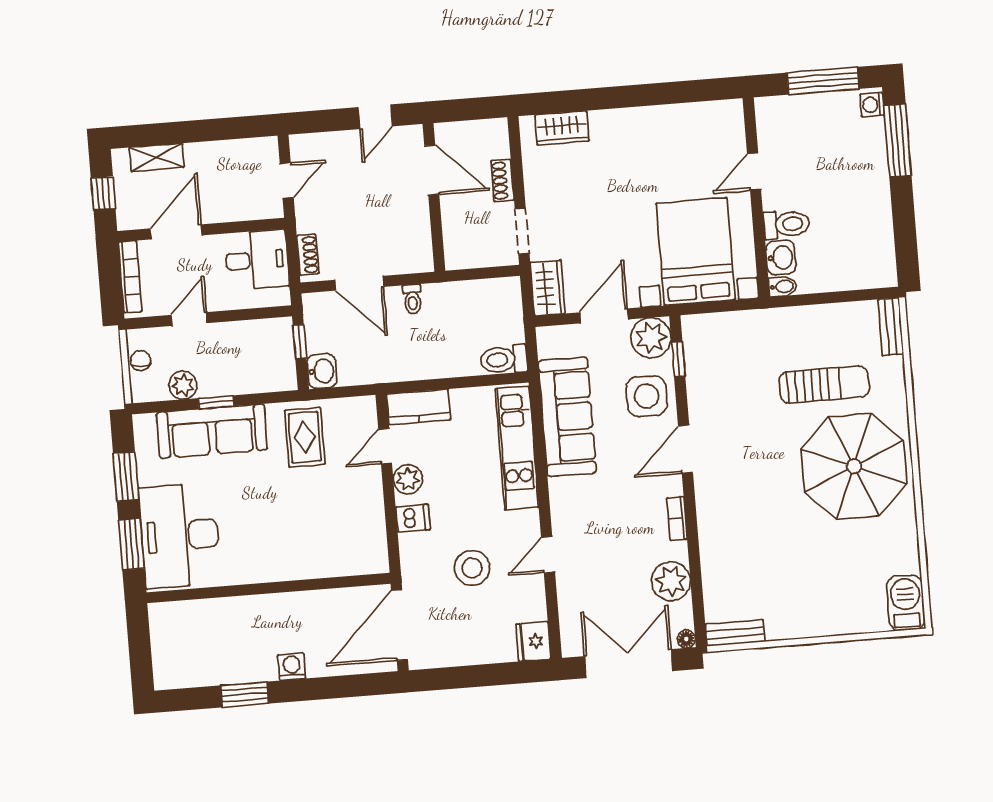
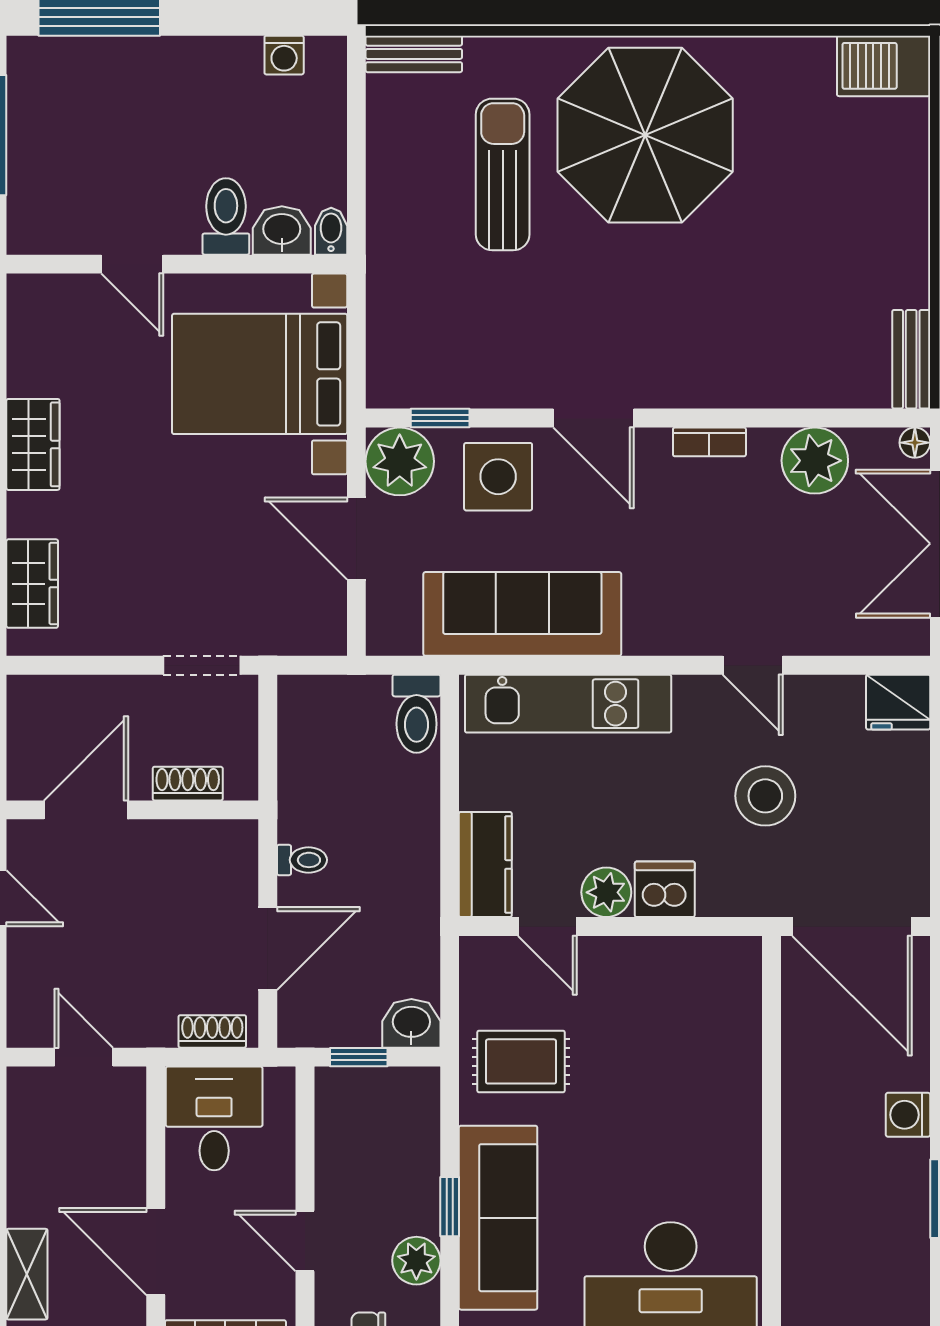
washing machine: (872, 105) -> (284, 55), moved
shoe rack: (502, 181) -> (188, 784), moved, turned 180
wardrobe: (548, 288) -> (33, 444), moved, turned 90
dishwasher: (413, 518) -> (665, 889), width x1.38

